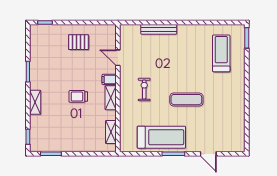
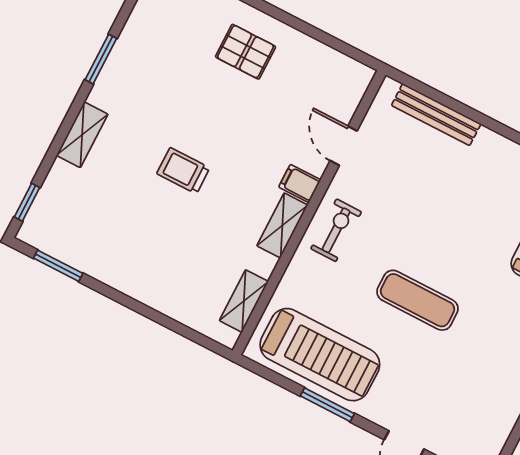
door: (118, 58) -> (344, 146), moved
filing cabinet: (109, 79) -> (300, 184), moved
wall: (118, 88) -> (309, 213), moved
shelving: (111, 98) -> (282, 225), moved
shelving: (111, 132) -> (244, 301), moved

